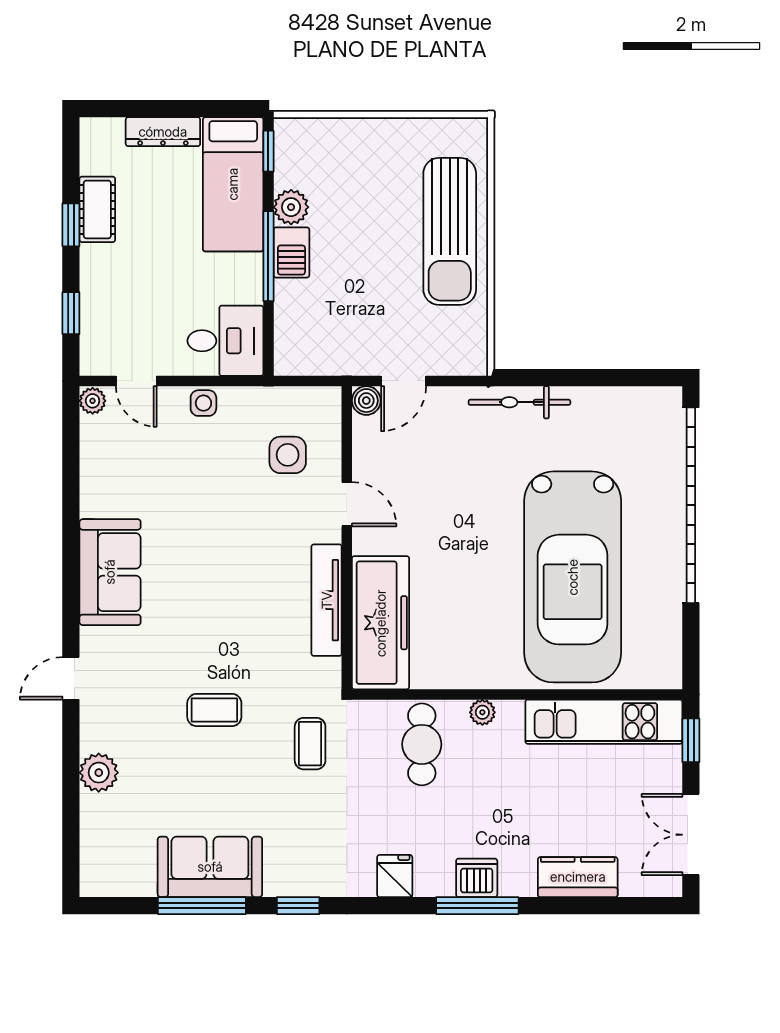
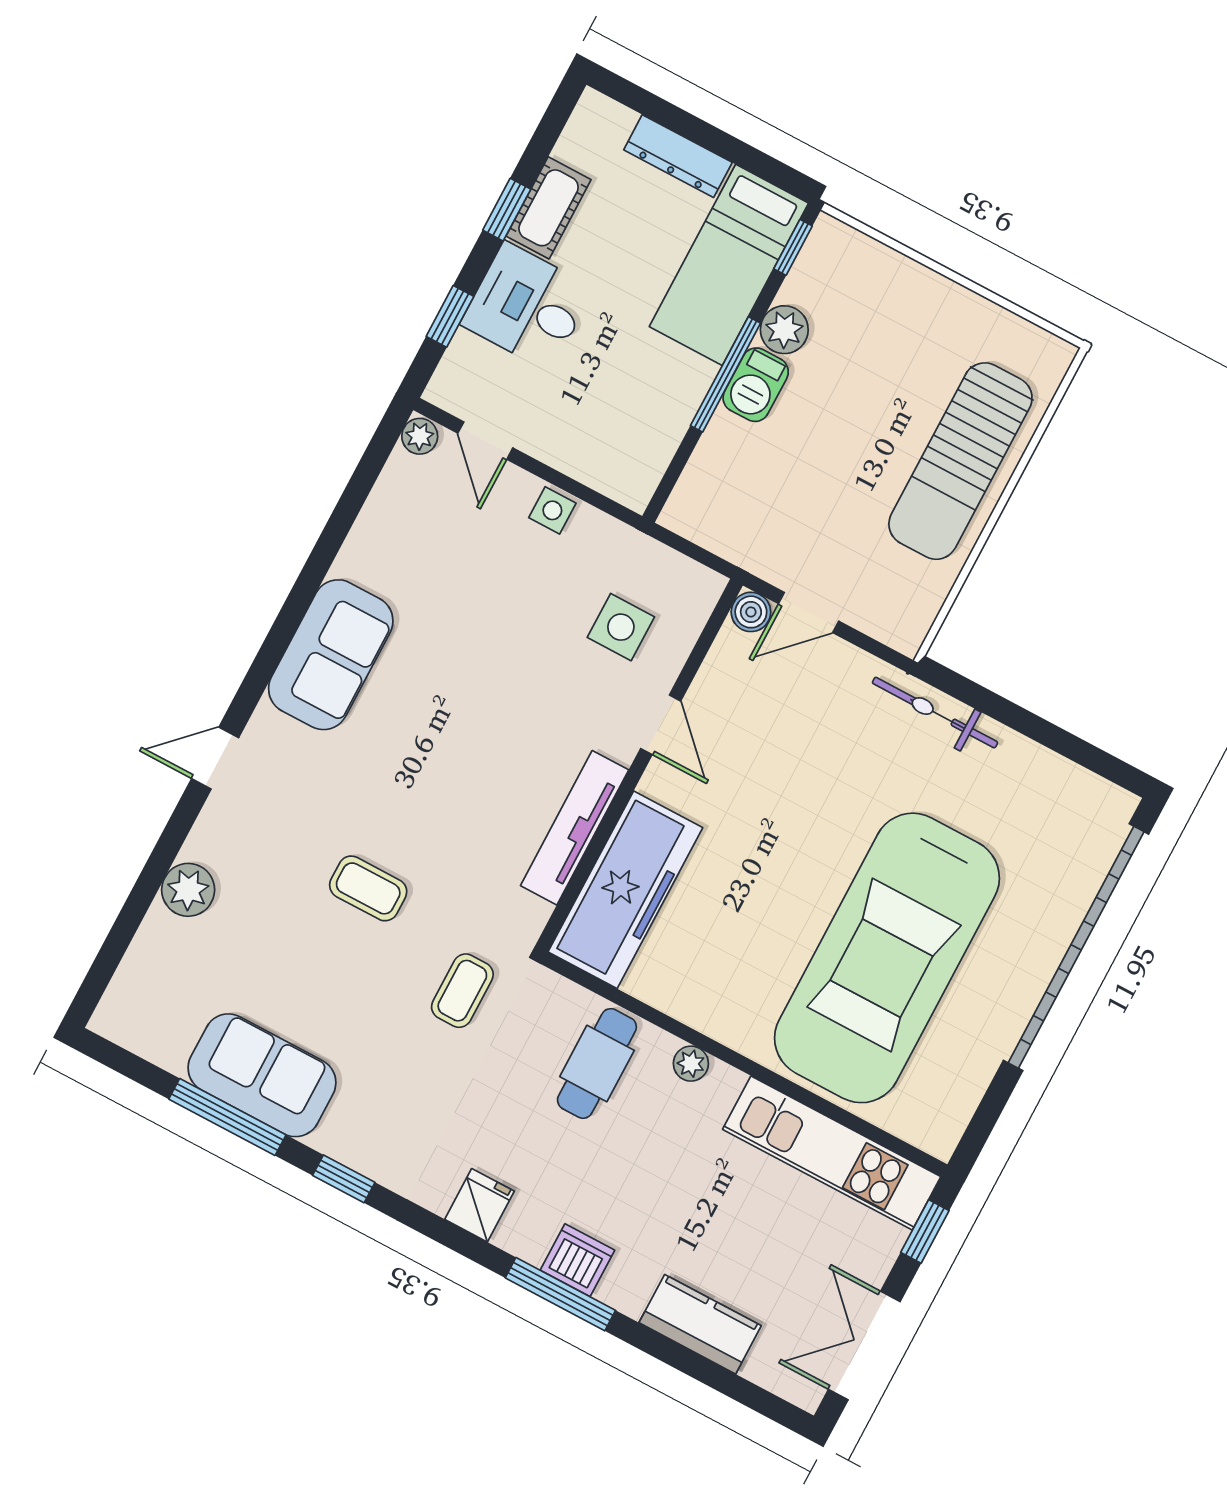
desk: (225, 341) -> (527, 306), moved, turned 180

